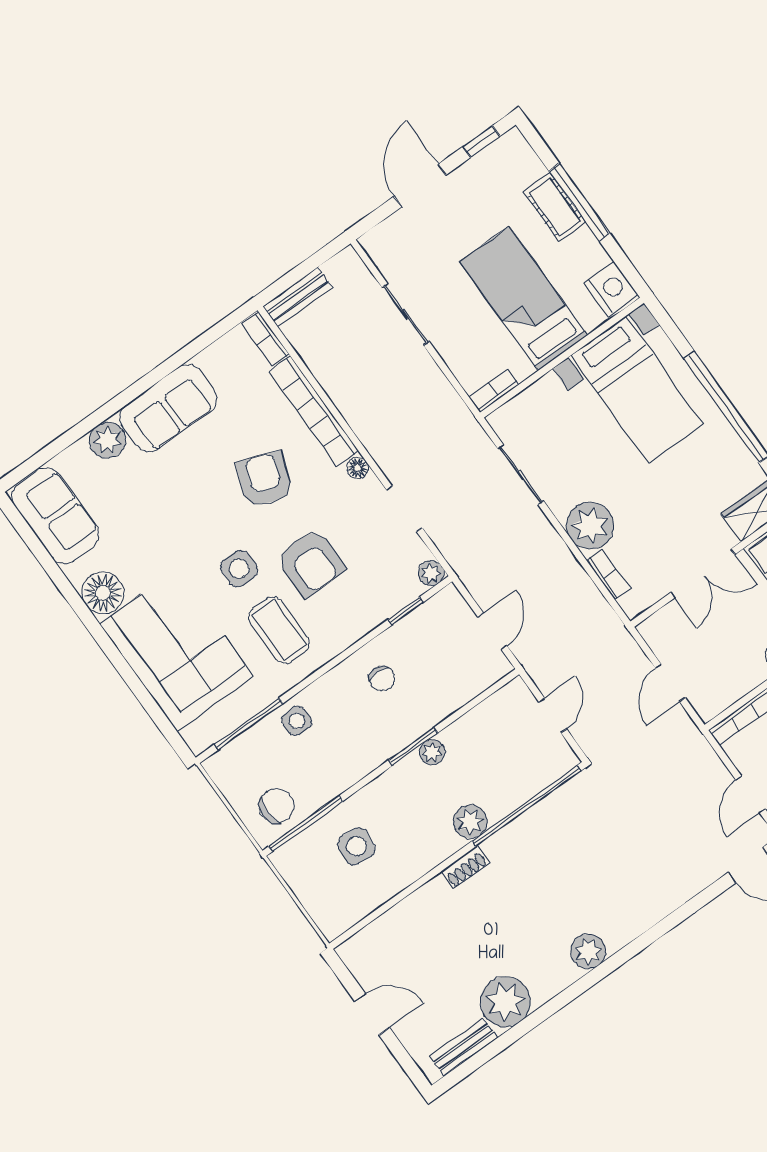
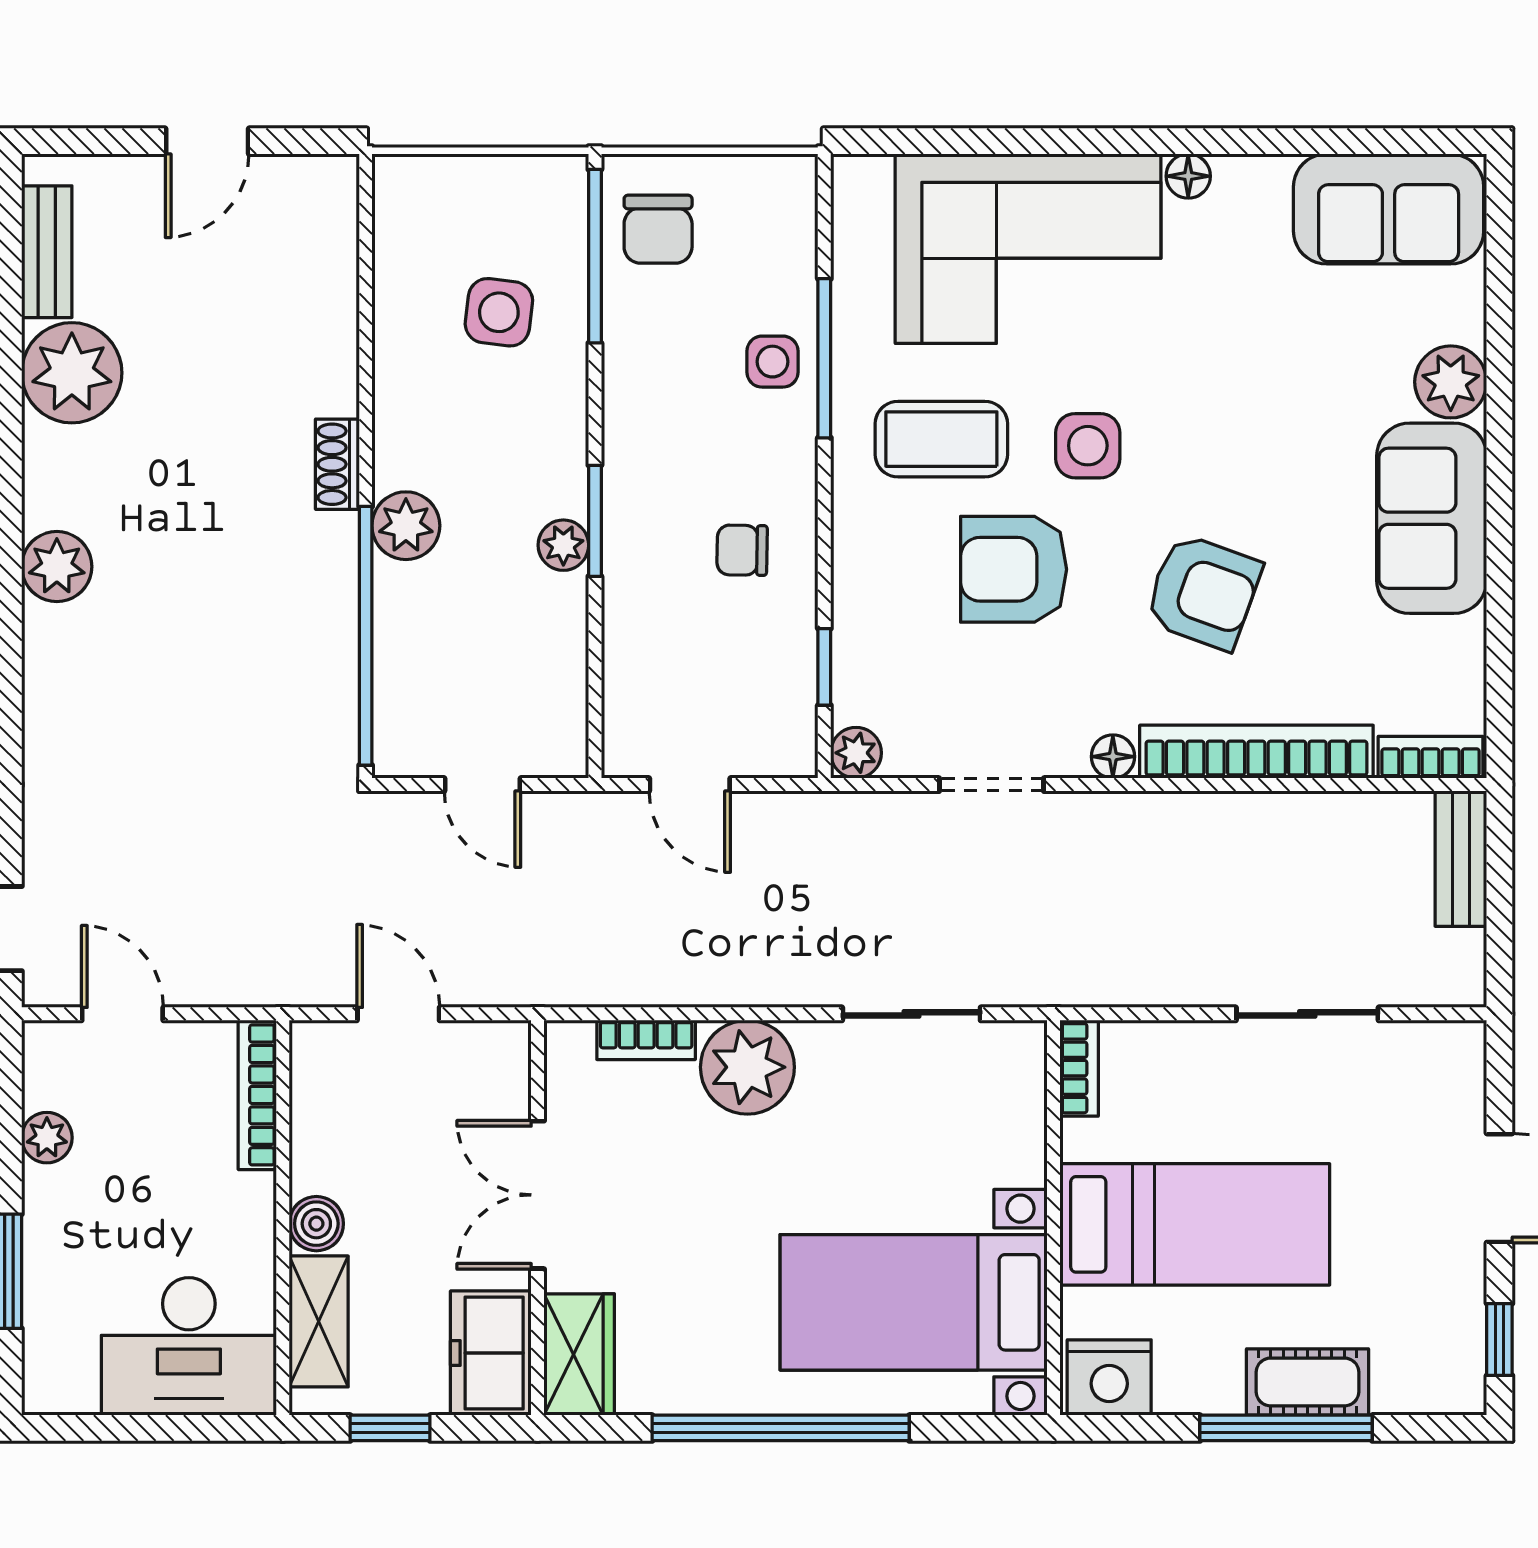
floor lamp: (103, 593) -> (1188, 176), width x0.53, depth x0.53
window: (248, 724) -> (824, 358), moved

